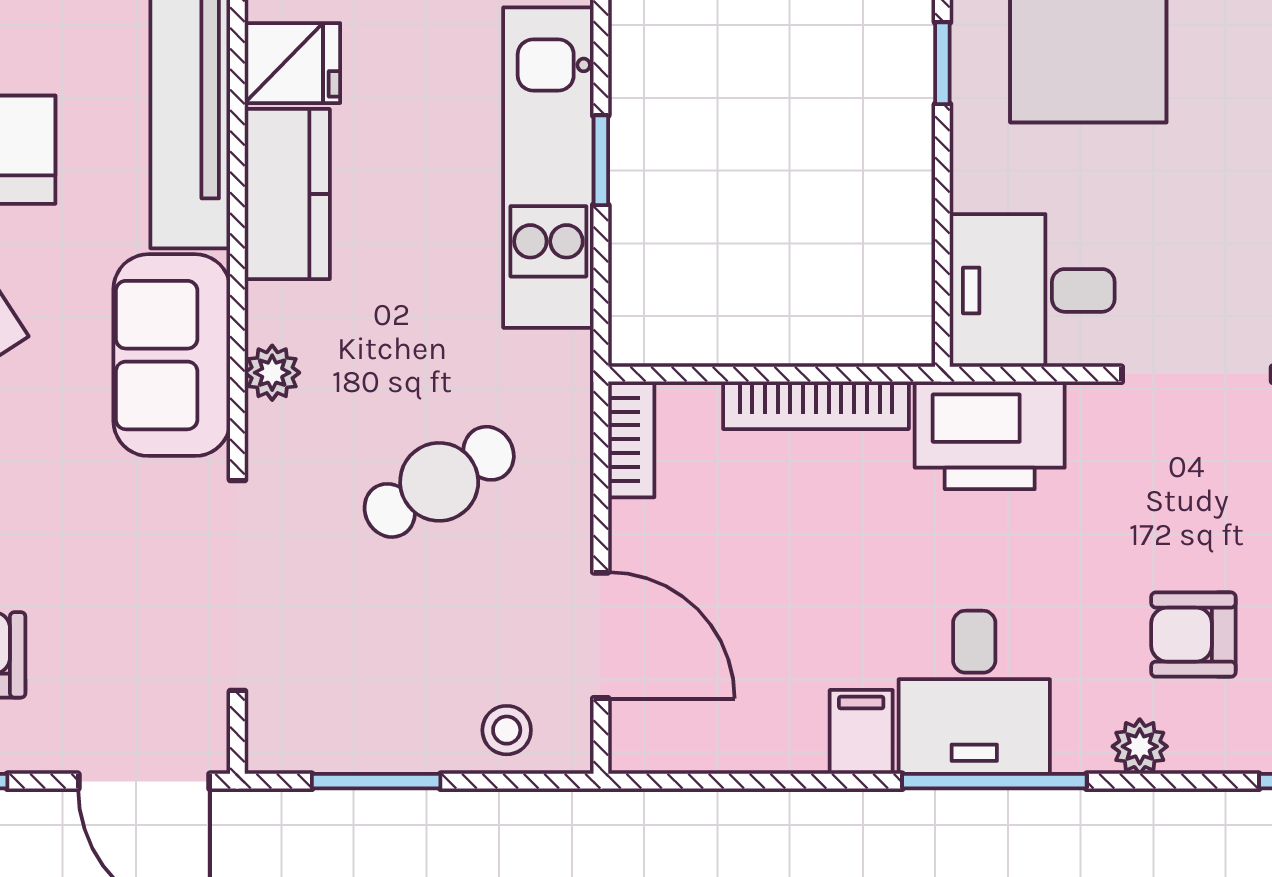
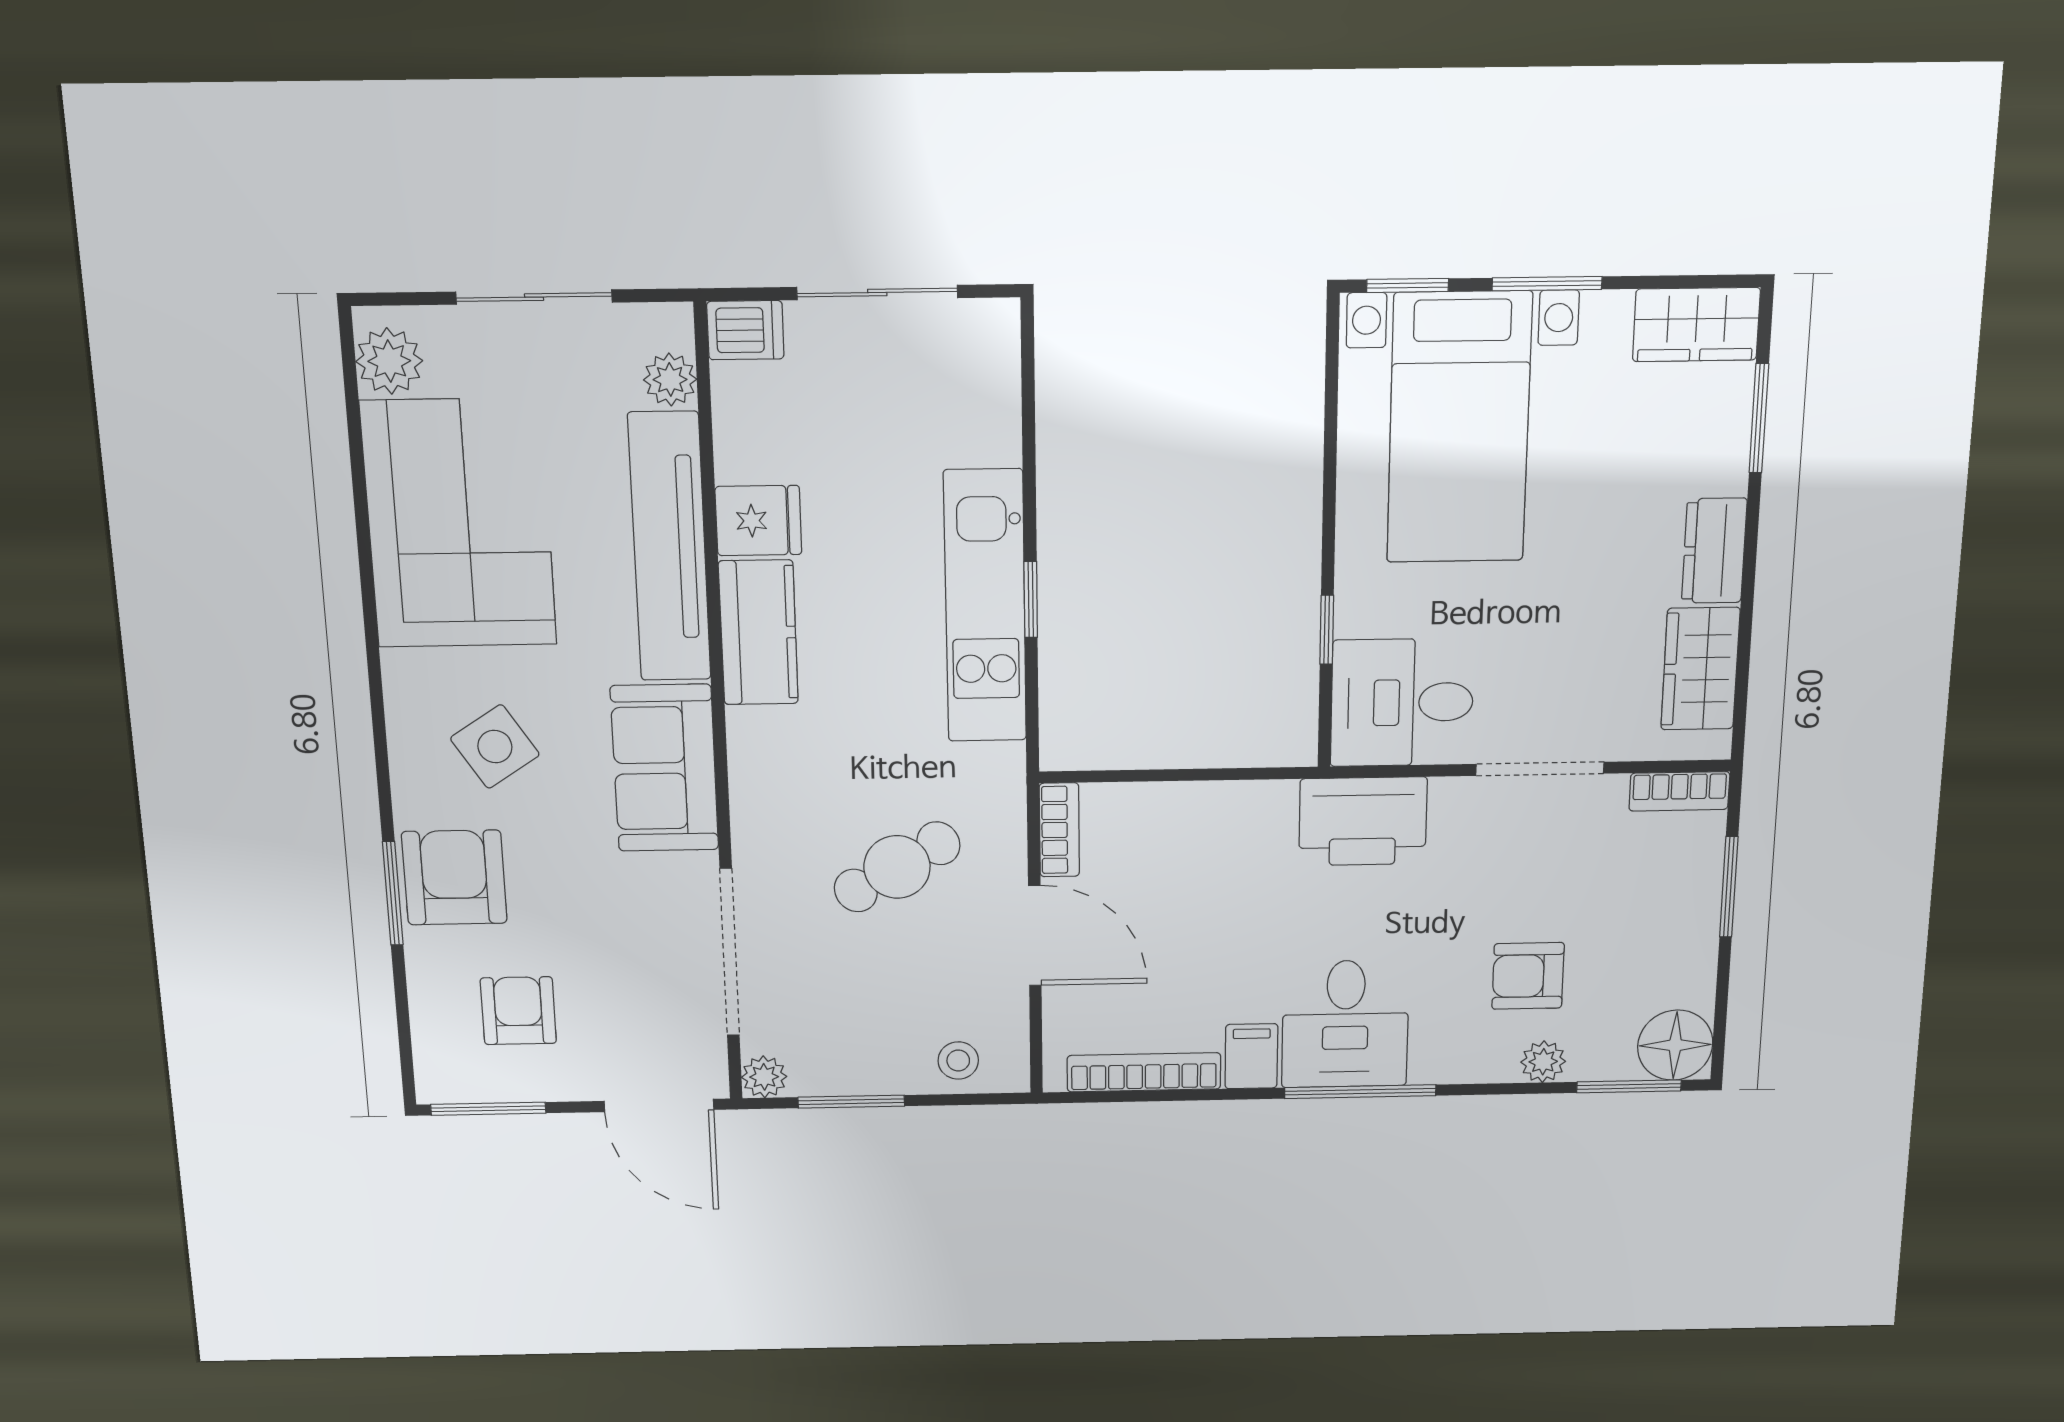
window: (942, 63) -> (1327, 630), moved
plant: (272, 373) -> (764, 1077), moved
bookcase: (816, 405) -> (1144, 1072), moved, turned 180
door: (601, 635) -> (1035, 936), moved
plant: (1140, 746) -> (1543, 1062), moved

